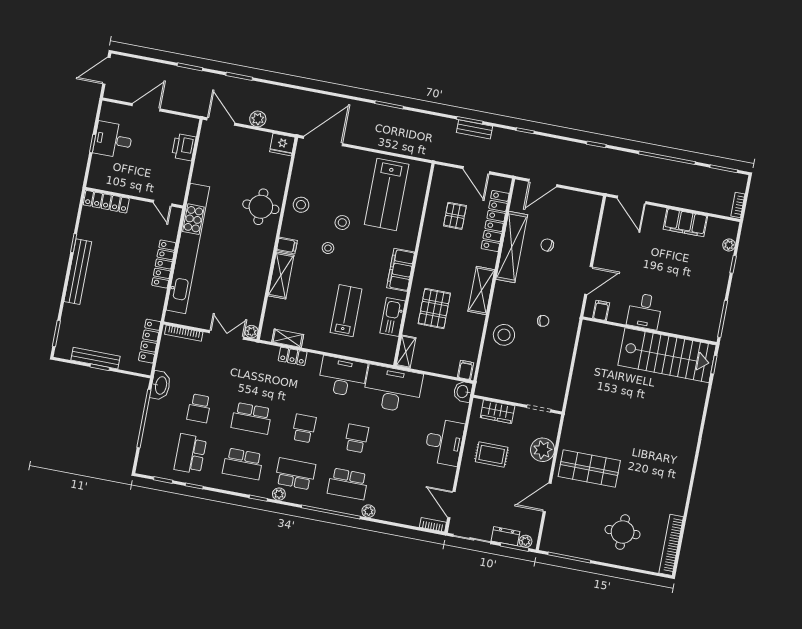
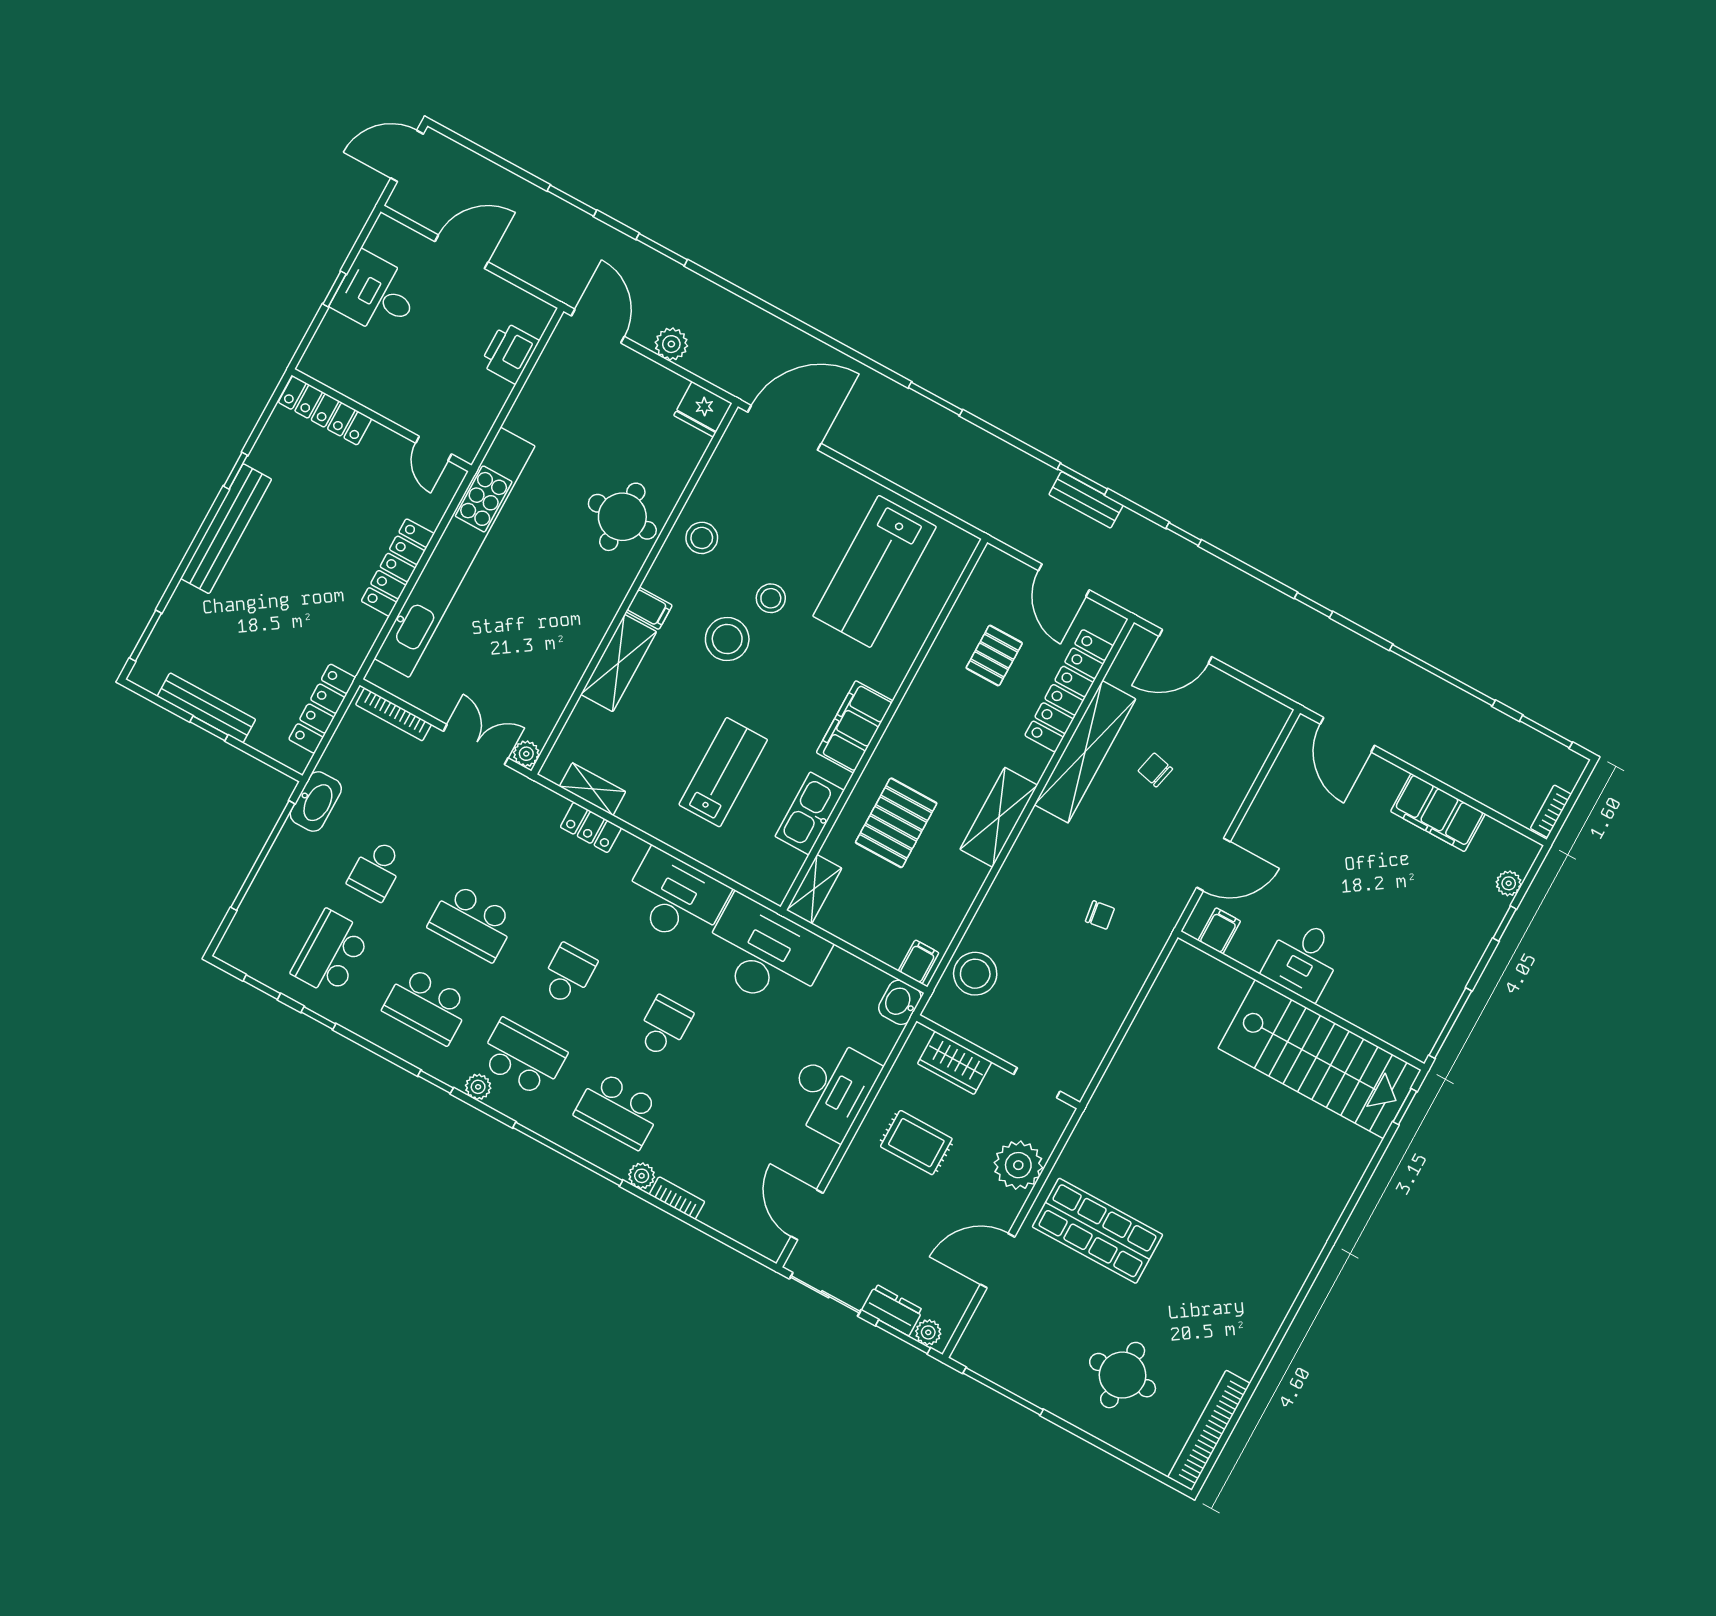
stool: (328, 248) -> (727, 639), width x1.89, depth x1.89
stool: (504, 335) -> (975, 974), moved
bookcase: (433, 525) -> (677, 1198), moved

